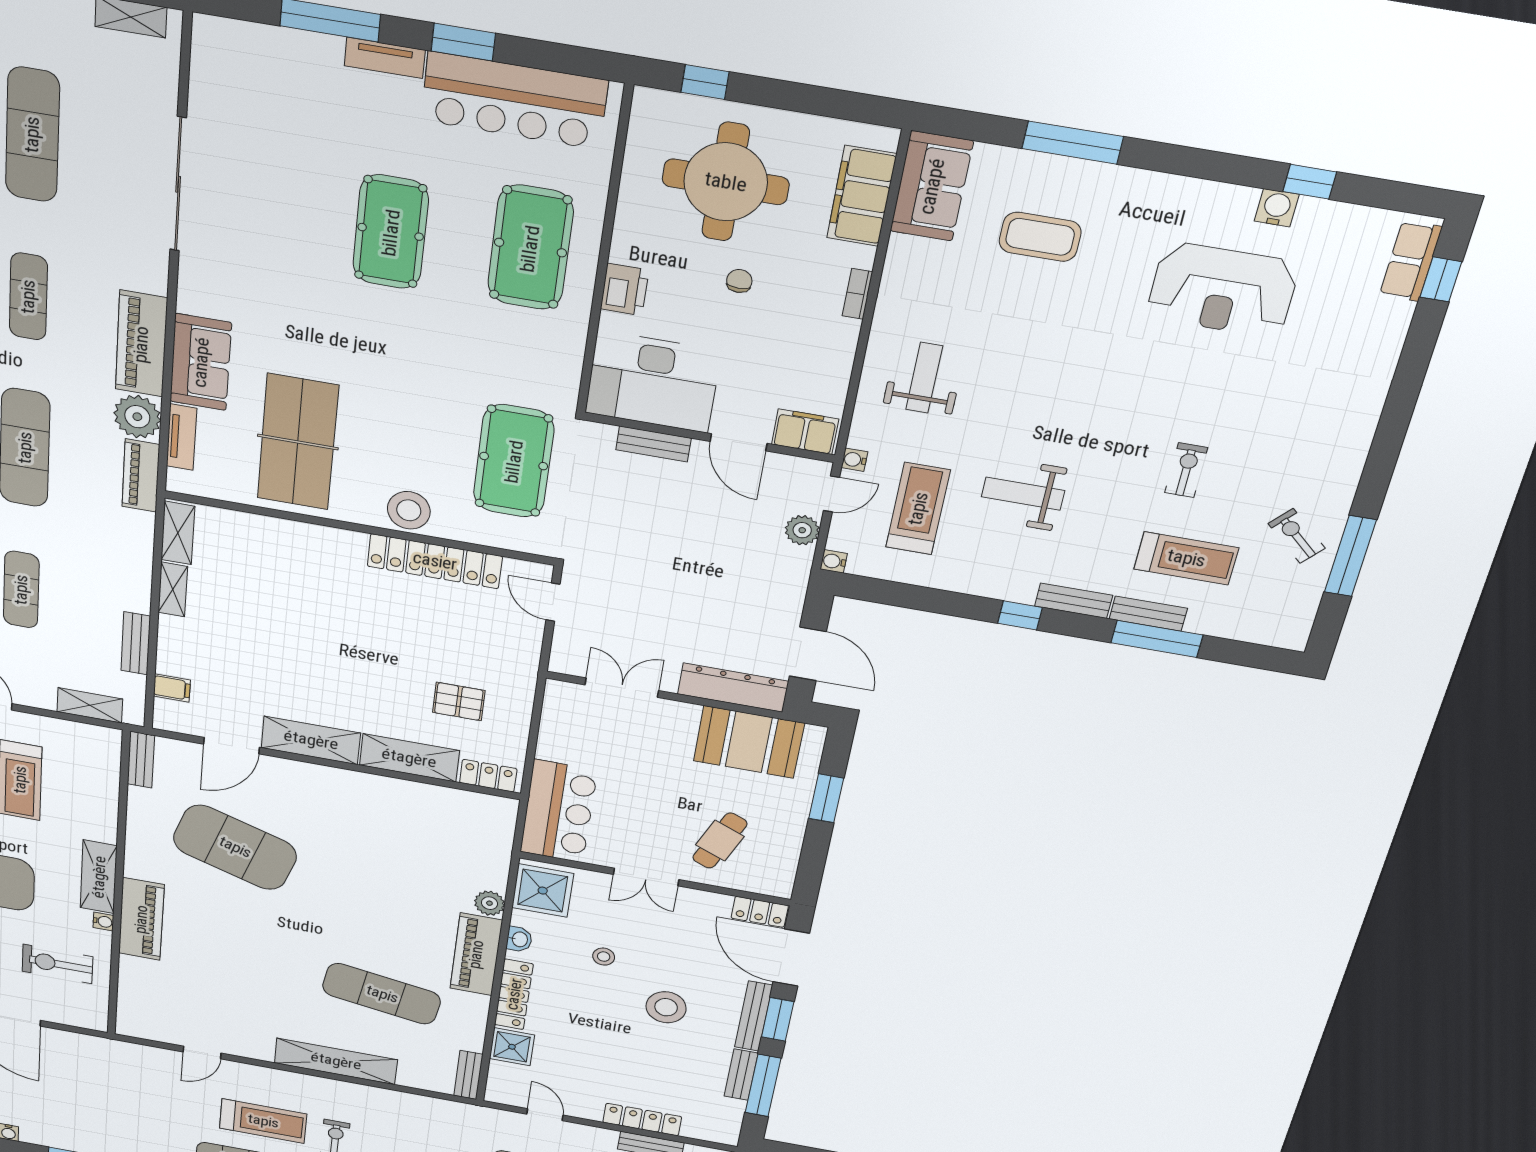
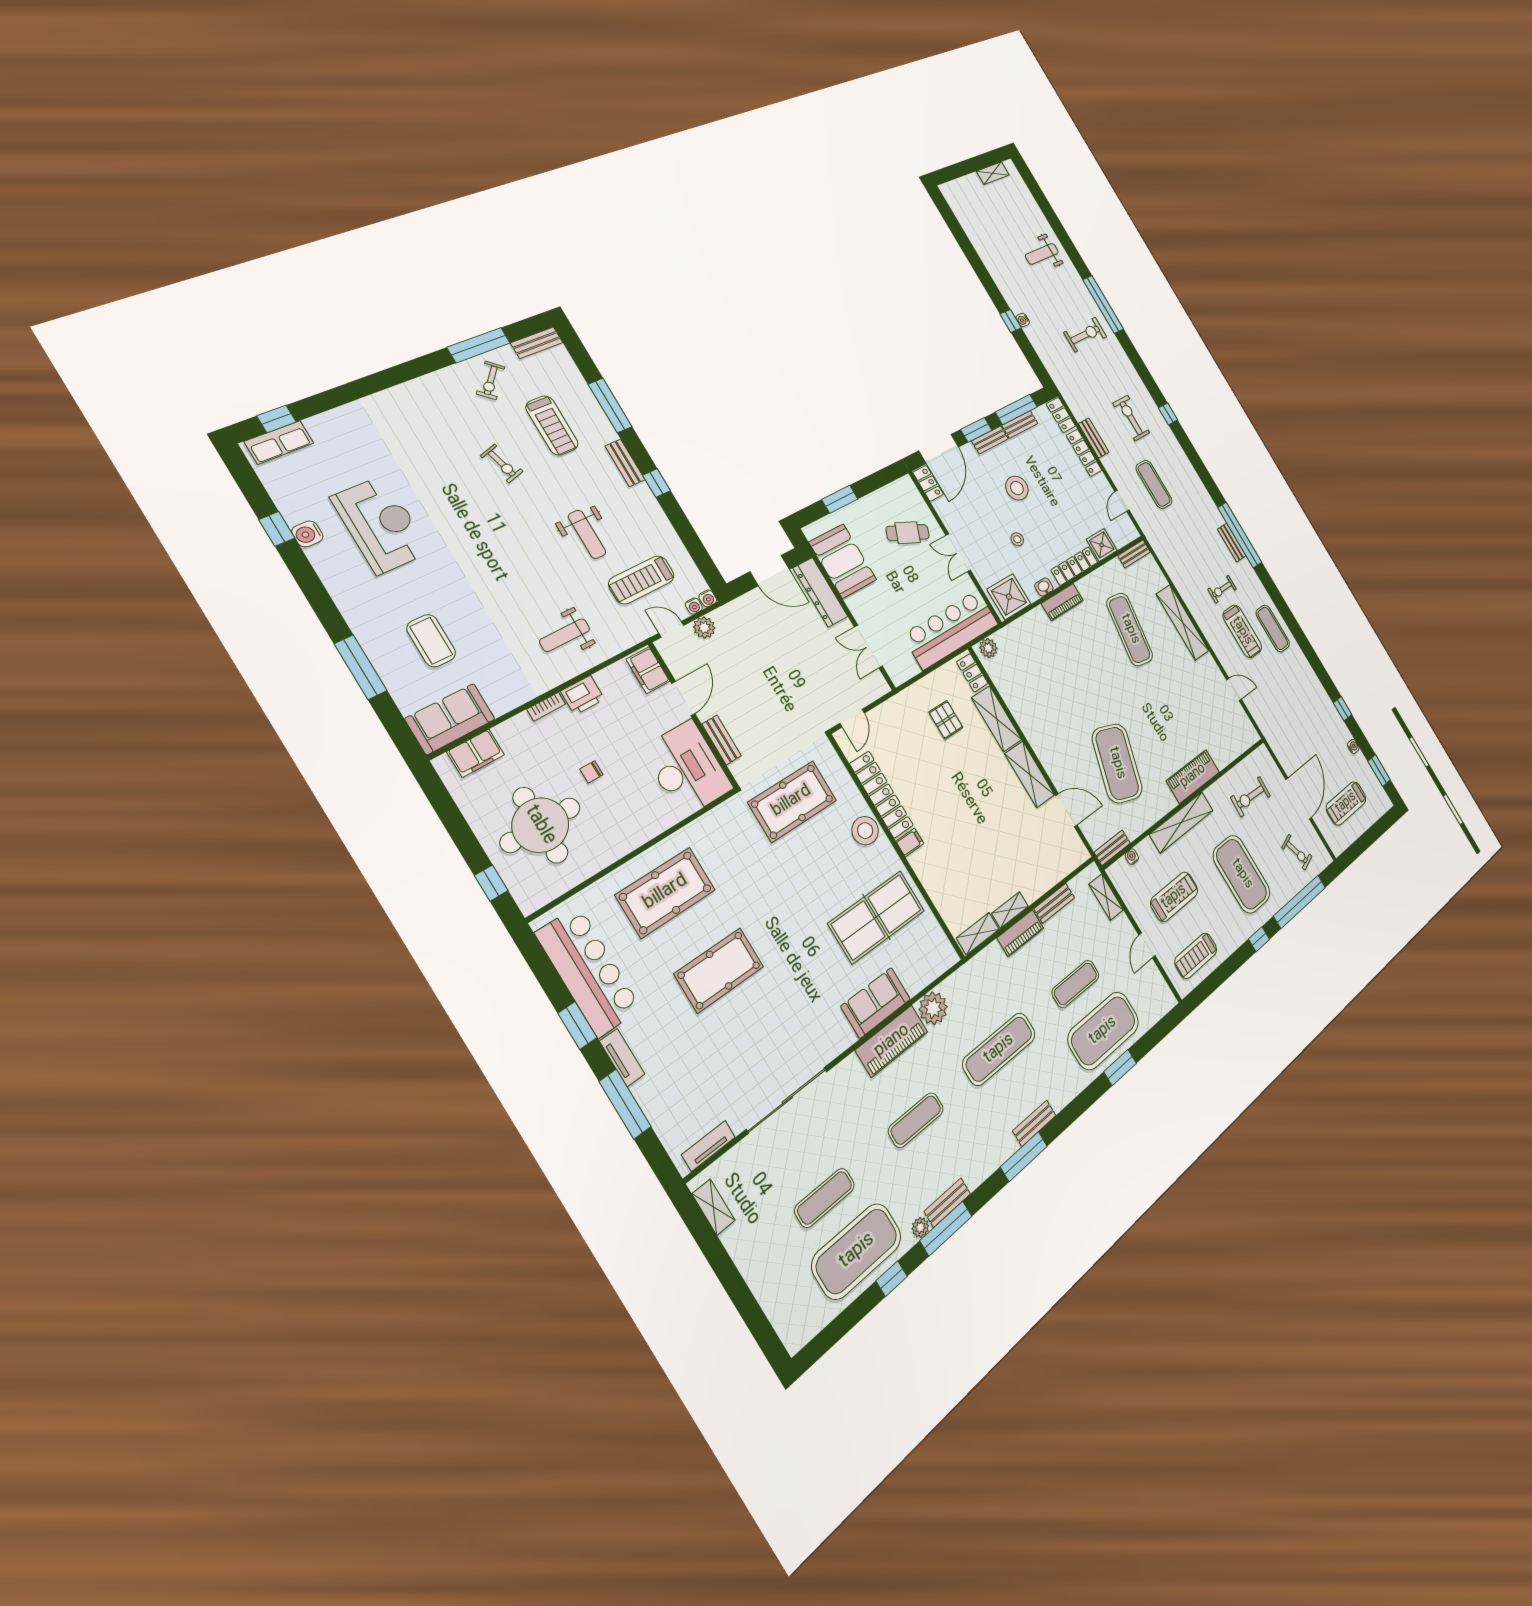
exercise mat: (32, 135) -> (825, 1198), width x0.73, depth x0.69
filing cabinet: (862, 196) -> (476, 753), width x0.67, depth x0.86
printer: (625, 289) -> (583, 695), moved, turned 180
tv unit: (181, 437) -> (708, 1146), moved
water cooler: (854, 460) -> (694, 606), moved
exercise bike: (1186, 470) -> (502, 464), turned -106
piano: (141, 476) -> (1020, 933), moved
treadmill: (1186, 558) -> (552, 425), turned 180
bench: (1148, 614) -> (537, 343), moved, turned 90
door: (808, 654) -> (770, 570), swing flipped
filing cabinet: (172, 688) -> (910, 842), moved, turned 90
bar counter: (559, 811) -> (951, 629), width x1.36
shelving: (99, 877) -> (1181, 822), width x1.47
double door: (646, 877) -> (958, 553), swing flipped
plant: (489, 903) -> (988, 648), moved
water cooler: (103, 922) -> (1132, 857), moved
piano: (476, 954) -> (1062, 602), width x0.73, depth x0.75
exercise bike: (58, 964) -> (1251, 797), turned 93
bench: (754, 1016) -> (990, 440), width x0.73
treadmill: (263, 1121) -> (1242, 631), turned 180
locker: (712, 1131) -> (1061, 415), added

